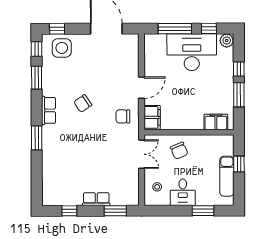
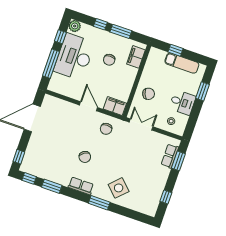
side table: (62, 48) -> (119, 188), moved, turned 45
chair: (202, 93) -> (109, 60), added
row of seats: (96, 199) -> (170, 156), moved

